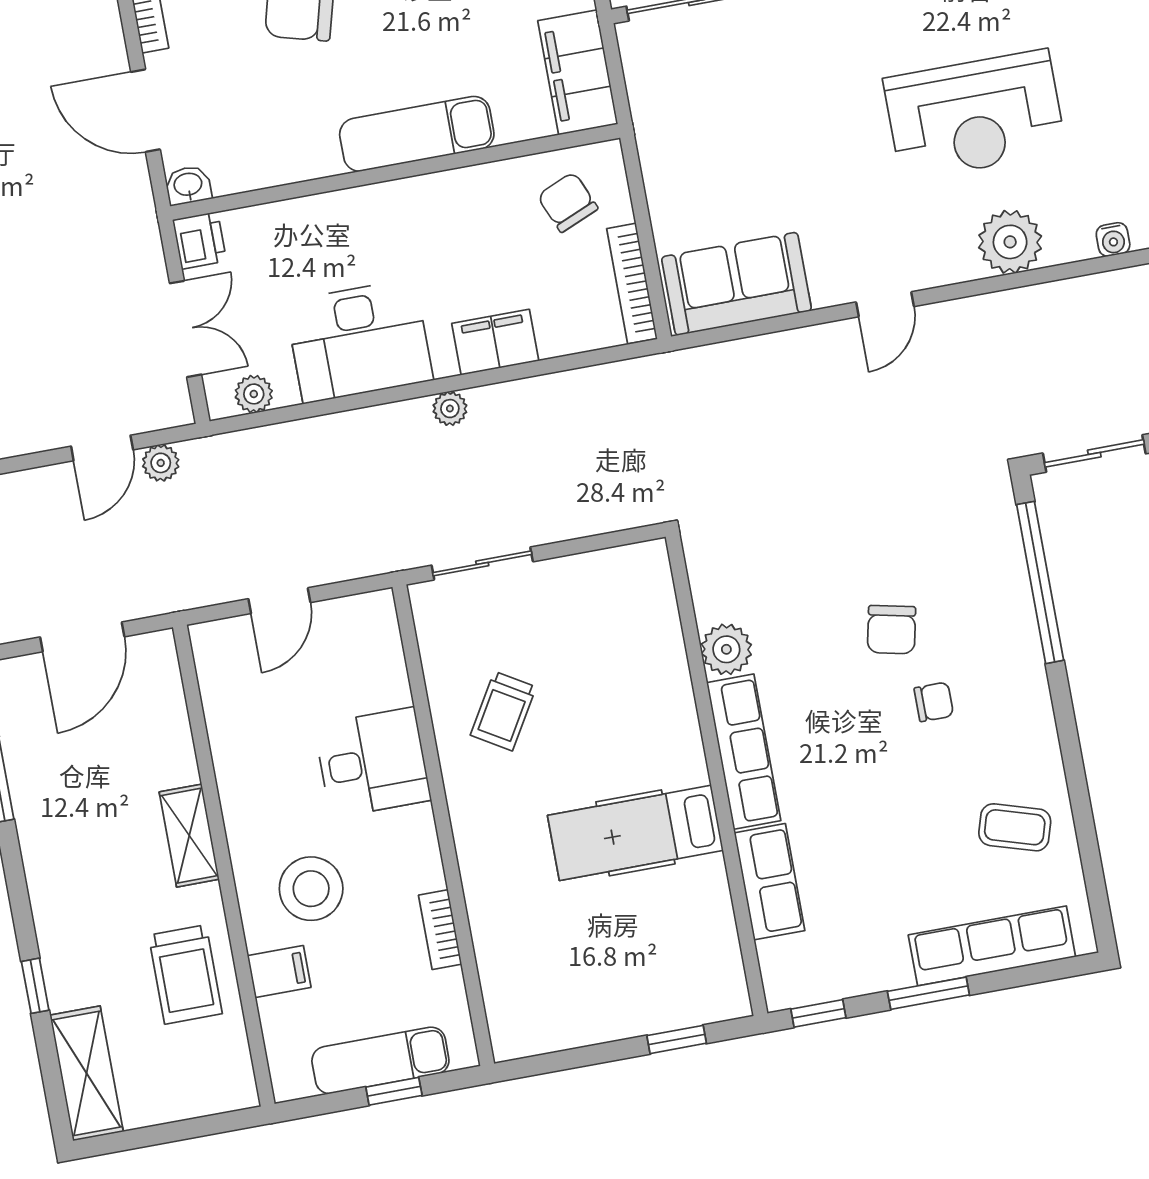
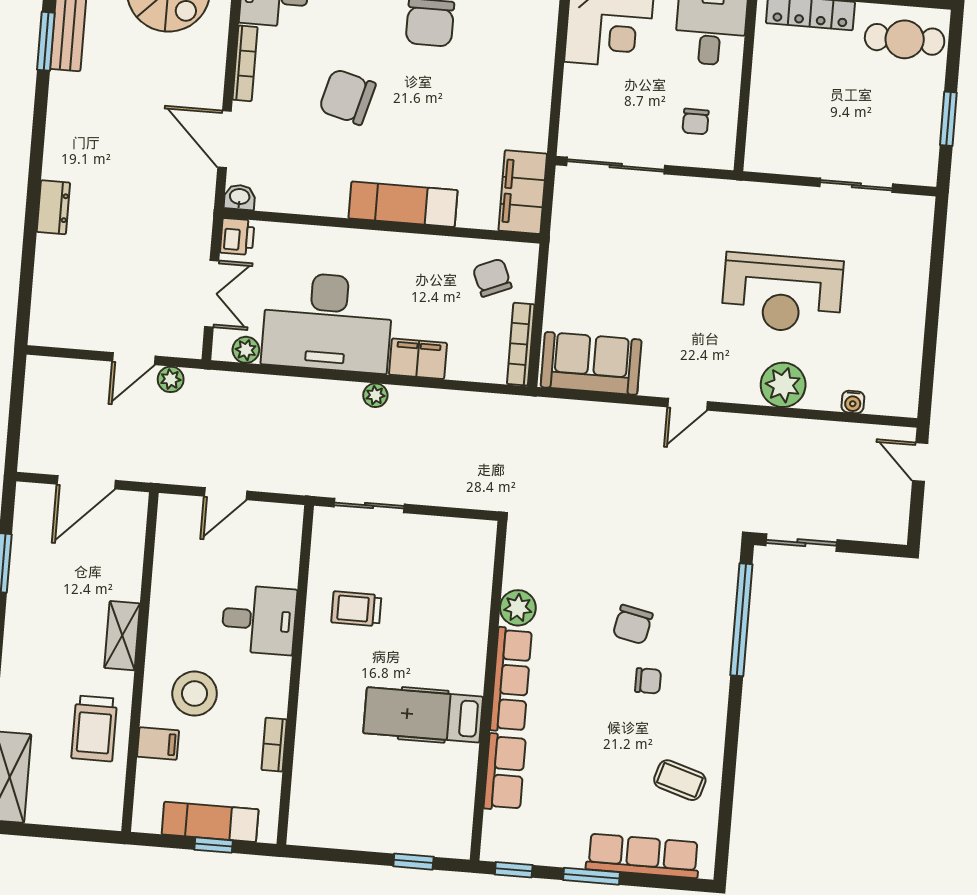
desk: (359, 341) -> (327, 322), width x1.36, depth x1.30
trolley: (503, 711) -> (356, 609), turned 59

